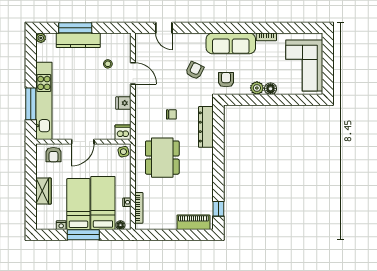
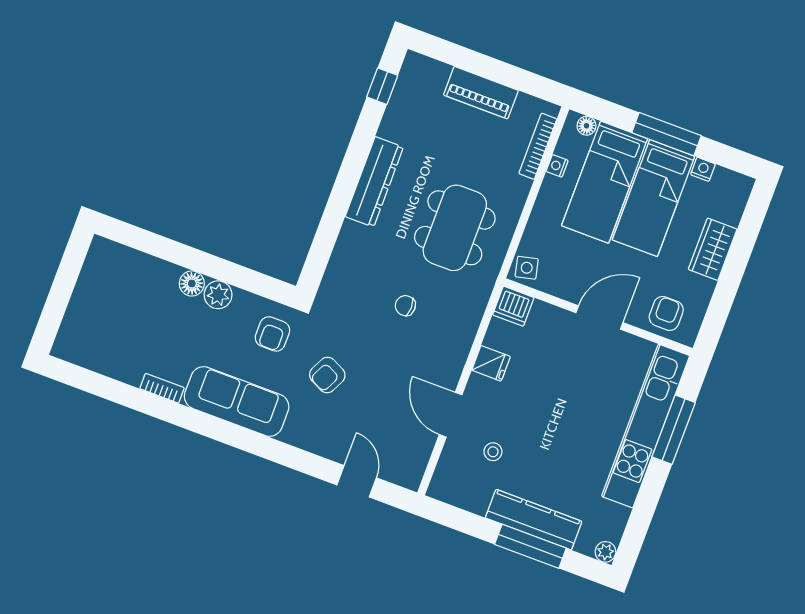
corner sofa: (304, 66) -> (109, 304), removed
dresser: (206, 127) -> (374, 182), moved
piano: (193, 222) -> (481, 93), moved

